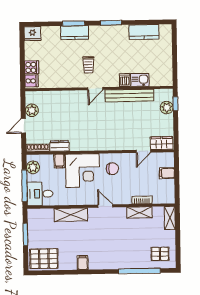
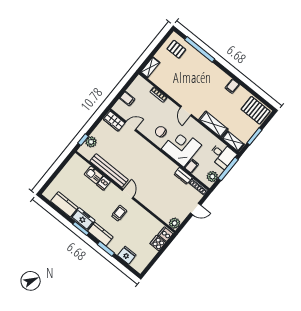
kitchen counter: (75, 33) -> (100, 234), moved
freezer: (116, 33) -> (83, 219), added
fridge: (32, 34) -> (127, 255), moved
door: (95, 89) -> (128, 194), hinge flipped
plant: (32, 110) -> (175, 223), moved
shelving: (139, 212) -> (233, 141), moved

